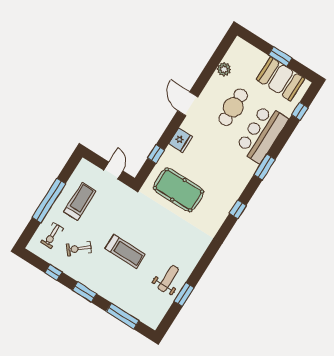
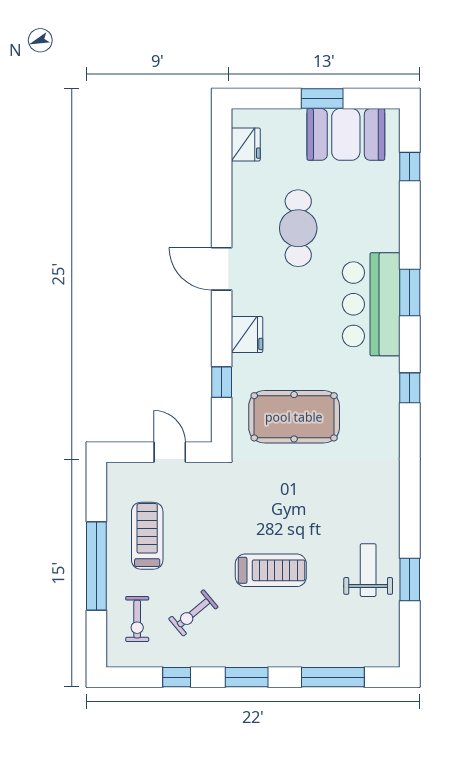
fridge: (233, 55) -> (246, 144), added
plant: (224, 69) -> (245, 176), removed
bar counter: (262, 134) -> (371, 304), moved

